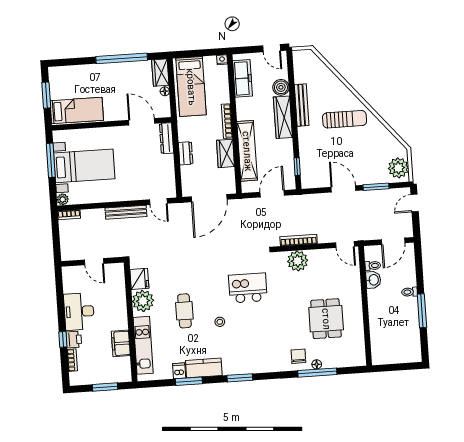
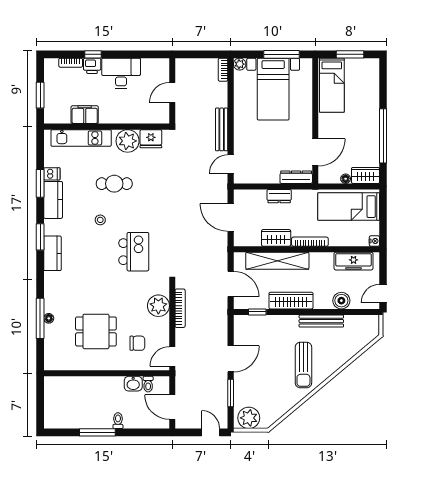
wardrobe: (283, 117) -> (291, 301), moved
door: (209, 198) -> (231, 218), width x0.73
chair: (298, 356) -> (137, 343), moved
kitchen counter: (255, 365) -> (52, 253), added

